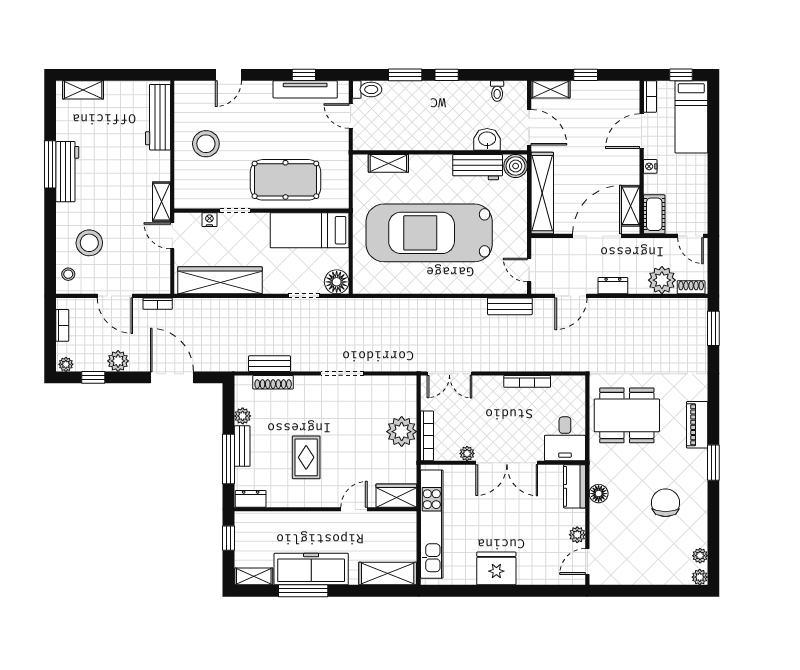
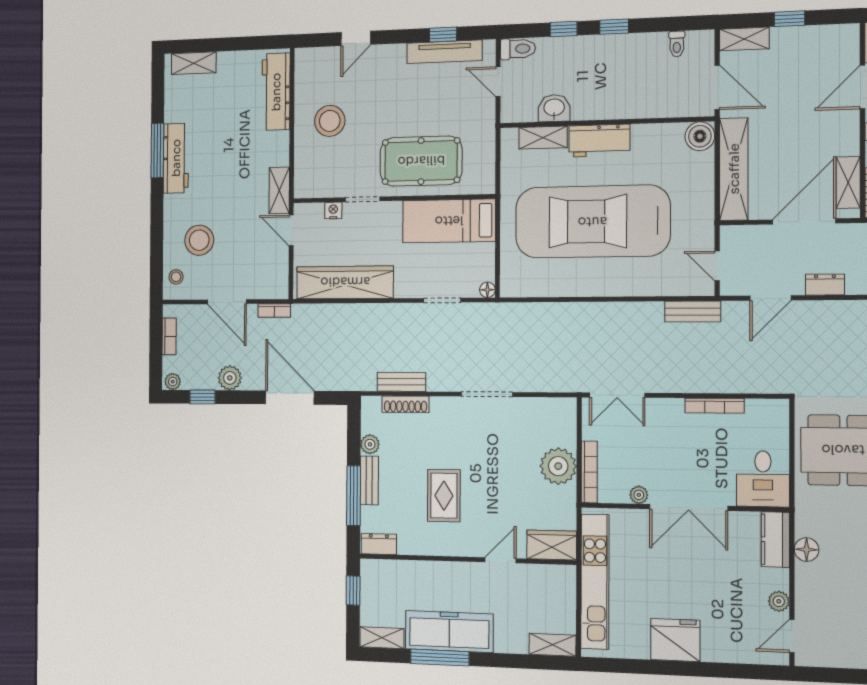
window: (405, 75) -> (564, 29), width x0.67
washbasin: (487, 139) -> (554, 108), moved
workbench: (478, 167) -> (599, 141), moved
floor lamp: (337, 282) -> (487, 290), width x0.53, depth x0.53
shelving: (388, 573) -> (552, 645), width x0.67, depth x0.75

